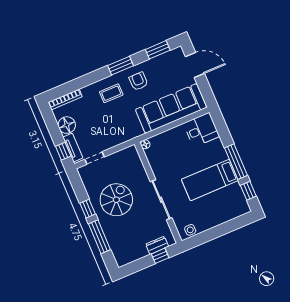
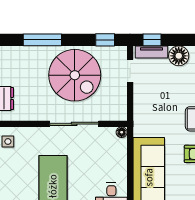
spiral stairs: (116, 200) -> (75, 75), width x1.37, depth x1.37
sliding door: (161, 200) -> (74, 124), moved
window: (88, 209) -> (105, 40), moved

